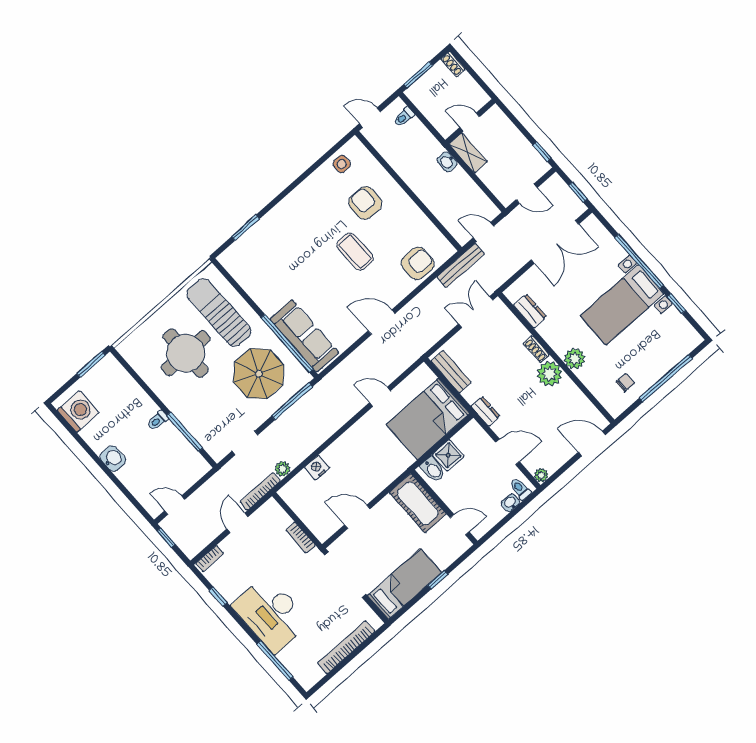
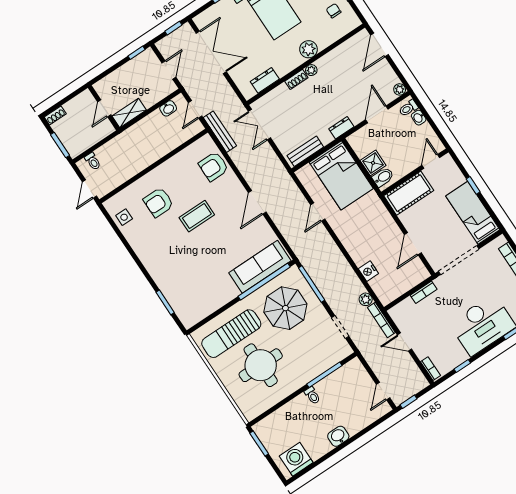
washbasin: (447, 162) -> (168, 108), moved
armchair: (418, 263) -> (213, 166), turned -90
plant: (550, 374) -> (311, 70), width x0.53, depth x0.53

